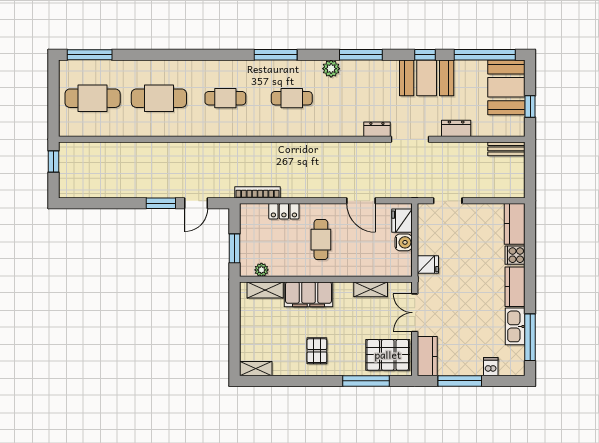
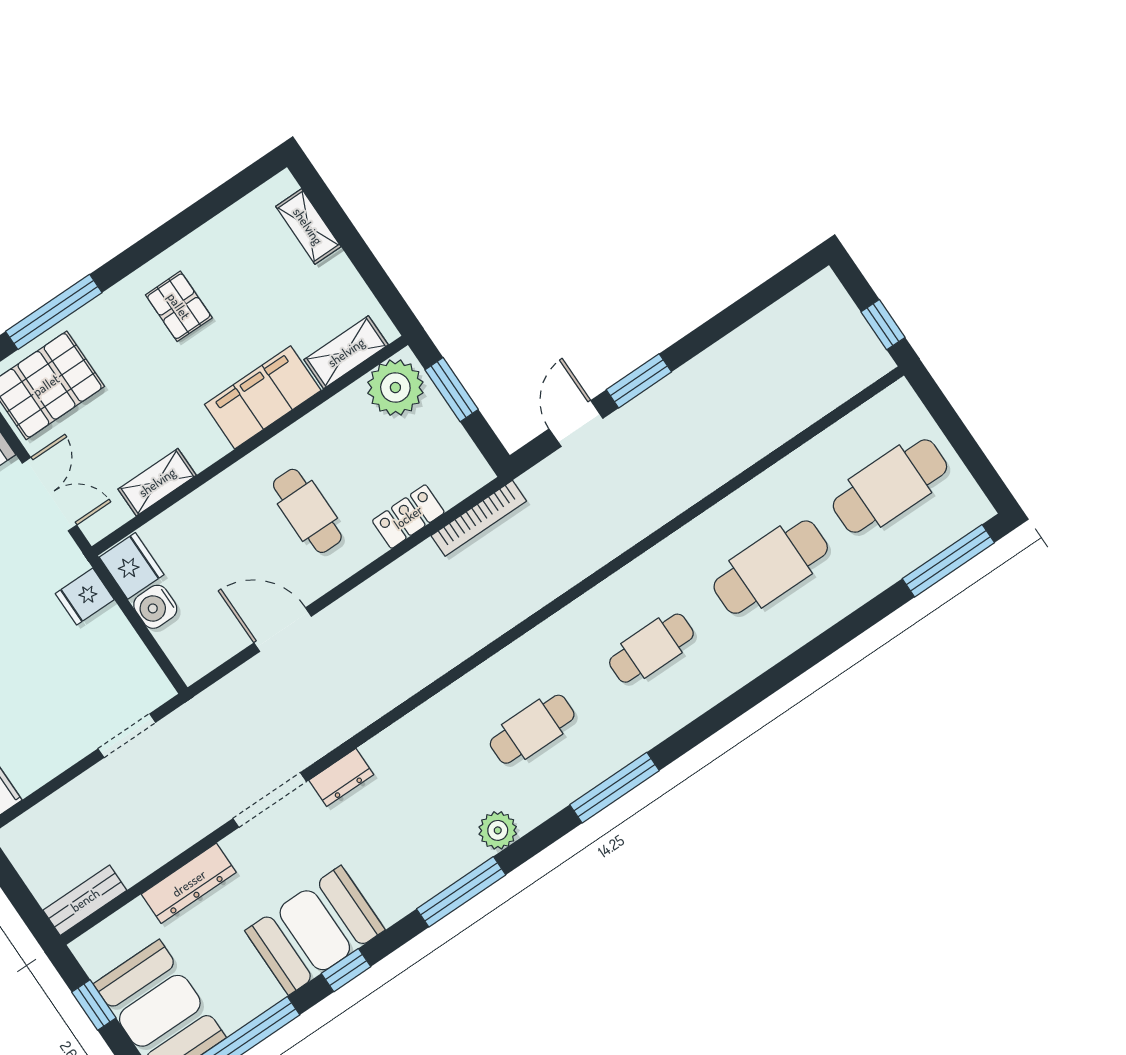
dresser: (456, 128) -> (189, 883), width x1.44
fridge: (402, 221) -> (132, 566), moved
plant: (261, 270) -> (395, 388), width x1.87, depth x1.87
shelving: (256, 369) -> (308, 226), moved, turned 90

